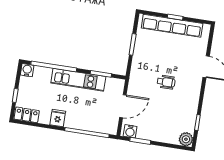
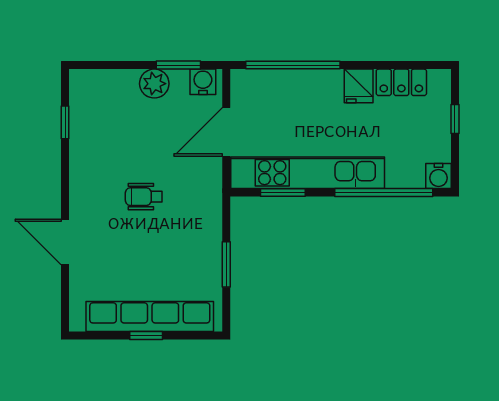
kitchen unit: (78, 80) -> (308, 173), width x1.36
locker: (27, 115) -> (401, 82), moved
plant: (186, 139) -> (154, 84), moved

